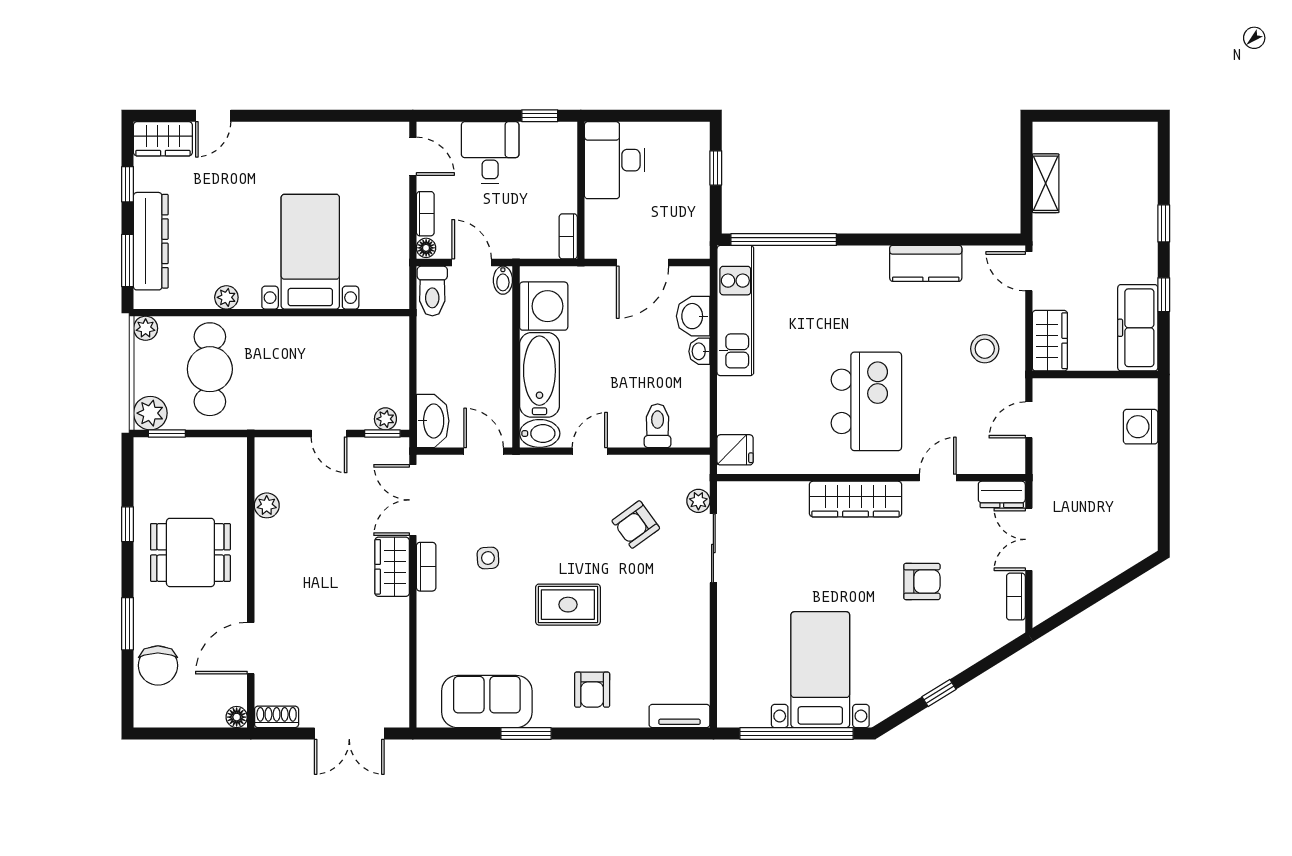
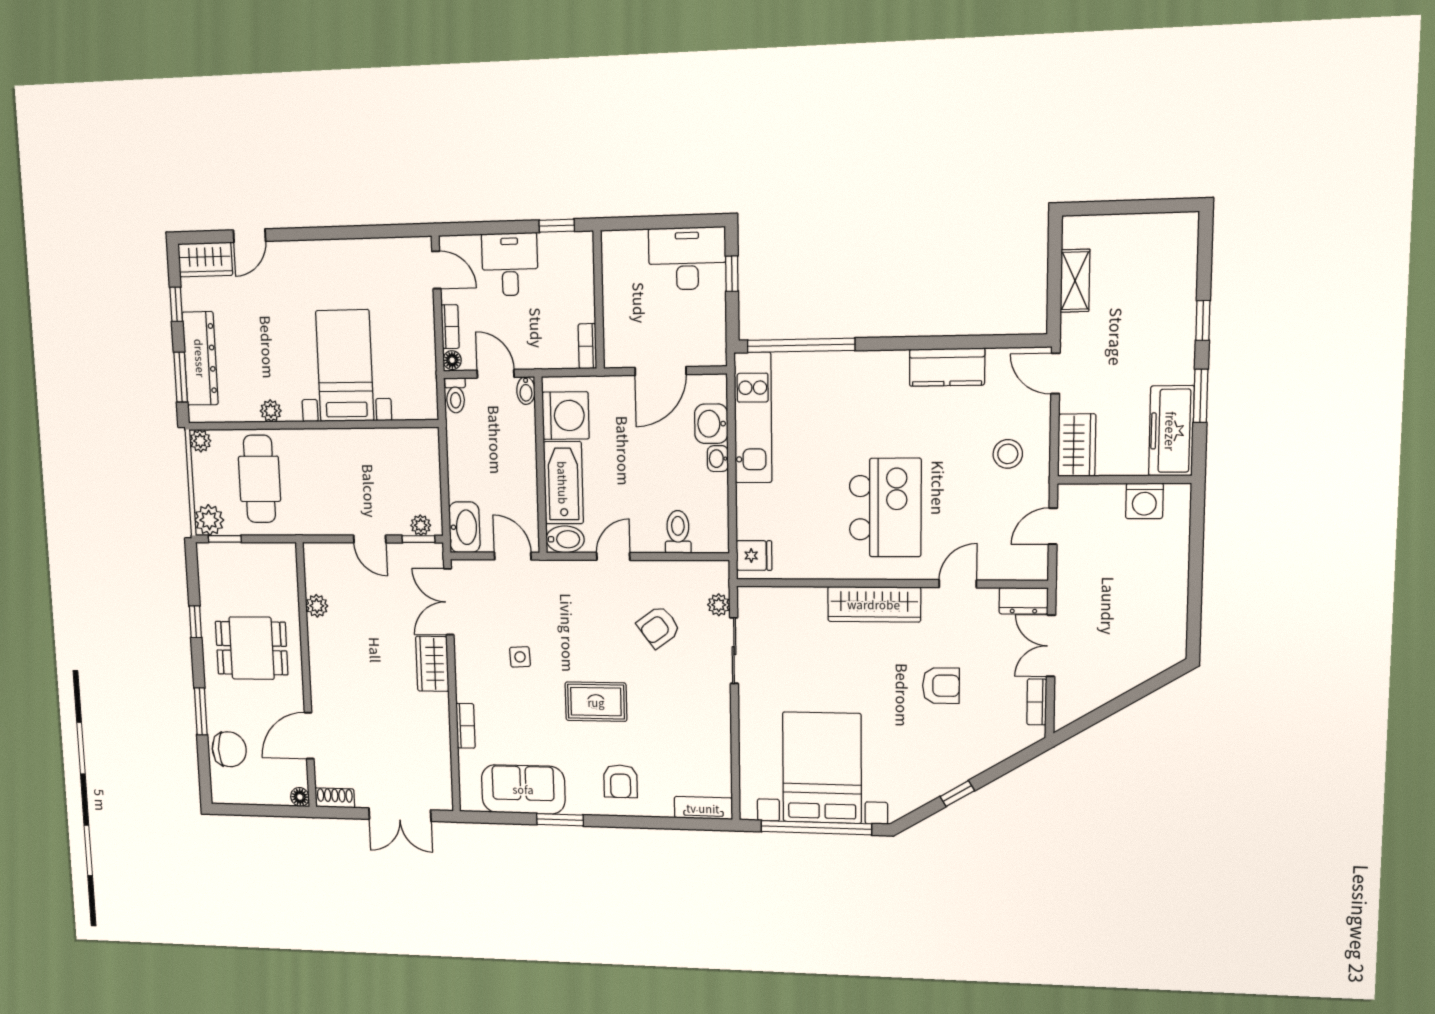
desk: (615, 160) -> (687, 259), moved, turned 90
toilet: (432, 291) -> (455, 395), width x0.73, depth x0.72
window: (1164, 295) -> (1201, 396), width x1.50
washing machine: (1141, 427) -> (1144, 501), moved, turned -90
bookcase: (426, 567) -> (466, 726), moved
chair: (158, 665) -> (229, 749), turned -90
bed with nightstands: (820, 670) -> (822, 768), width x1.36

